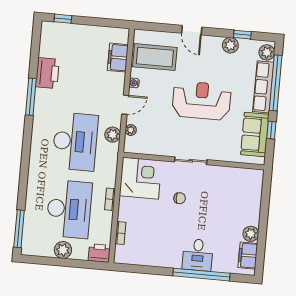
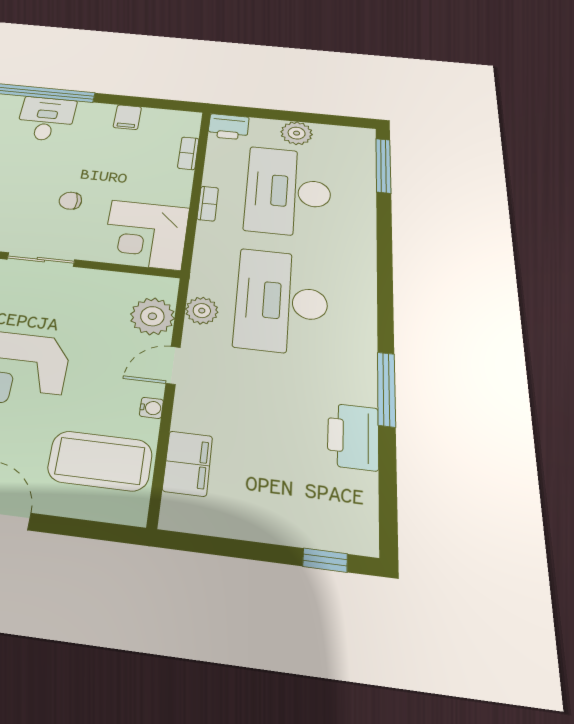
plant: (131, 130) -> (152, 316), width x1.88, depth x1.88
filing cabinet: (154, 258) -> (127, 117), added

